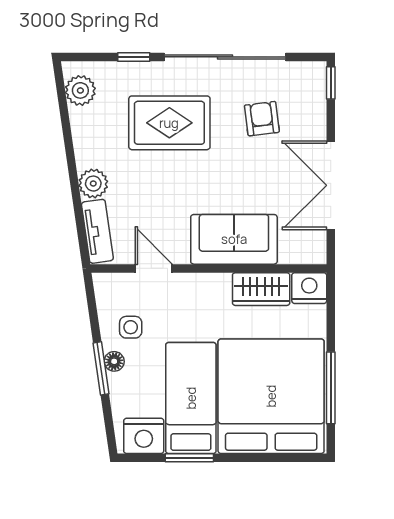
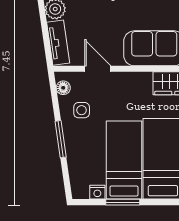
floor lamp: (114, 361) -> (63, 88), moved
nightstand: (144, 436) -> (97, 192), width x0.53, depth x0.56

